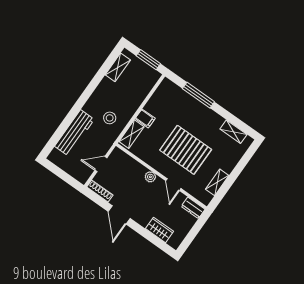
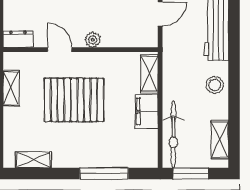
bicycle: (142, 89) -> (173, 134), added
stool: (110, 118) -> (215, 85), moved
filing cabinet: (145, 118) -> (146, 112), width x2.00

